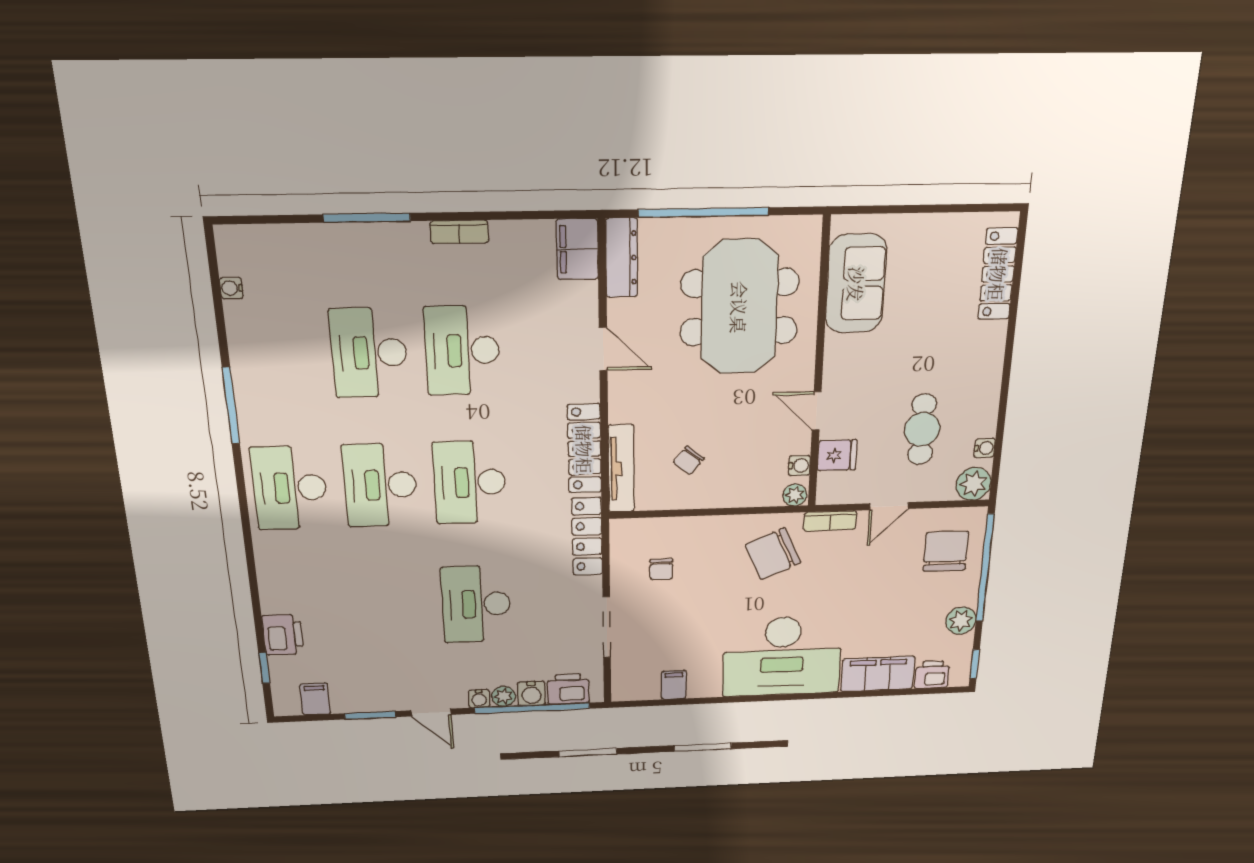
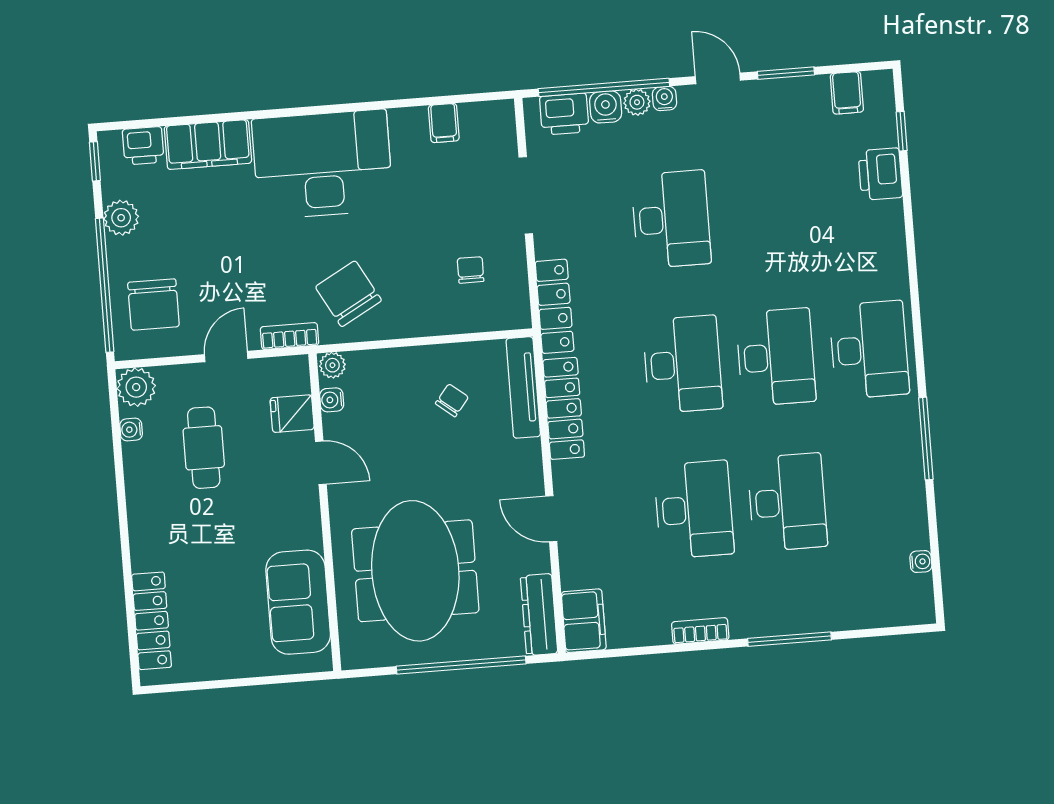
chair: (773, 554) -> (348, 294), turned -95

